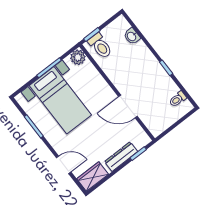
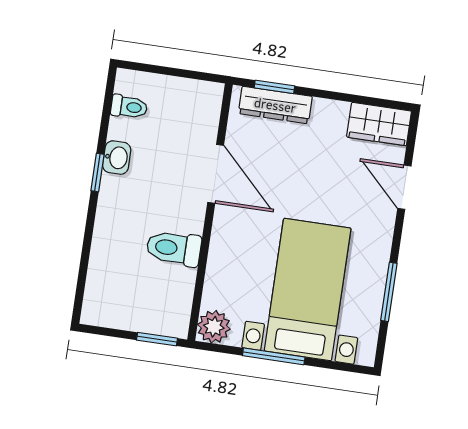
washbasin: (132, 36) -> (117, 158), moved
toilet: (100, 46) -> (174, 248), moved, turned -90
dresser: (121, 157) -> (275, 105), moved

